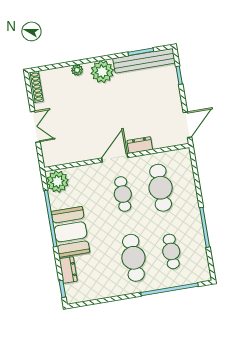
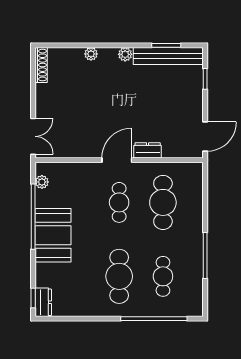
plant: (102, 72) -> (125, 54), width x0.53, depth x0.53
double door: (35, 127) -> (33, 136), moved
plant: (57, 182) -> (42, 182), width x0.53, depth x0.53
dresser: (68, 270) -> (43, 302), moved

